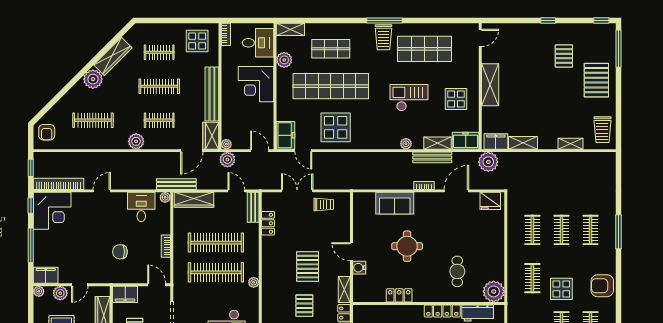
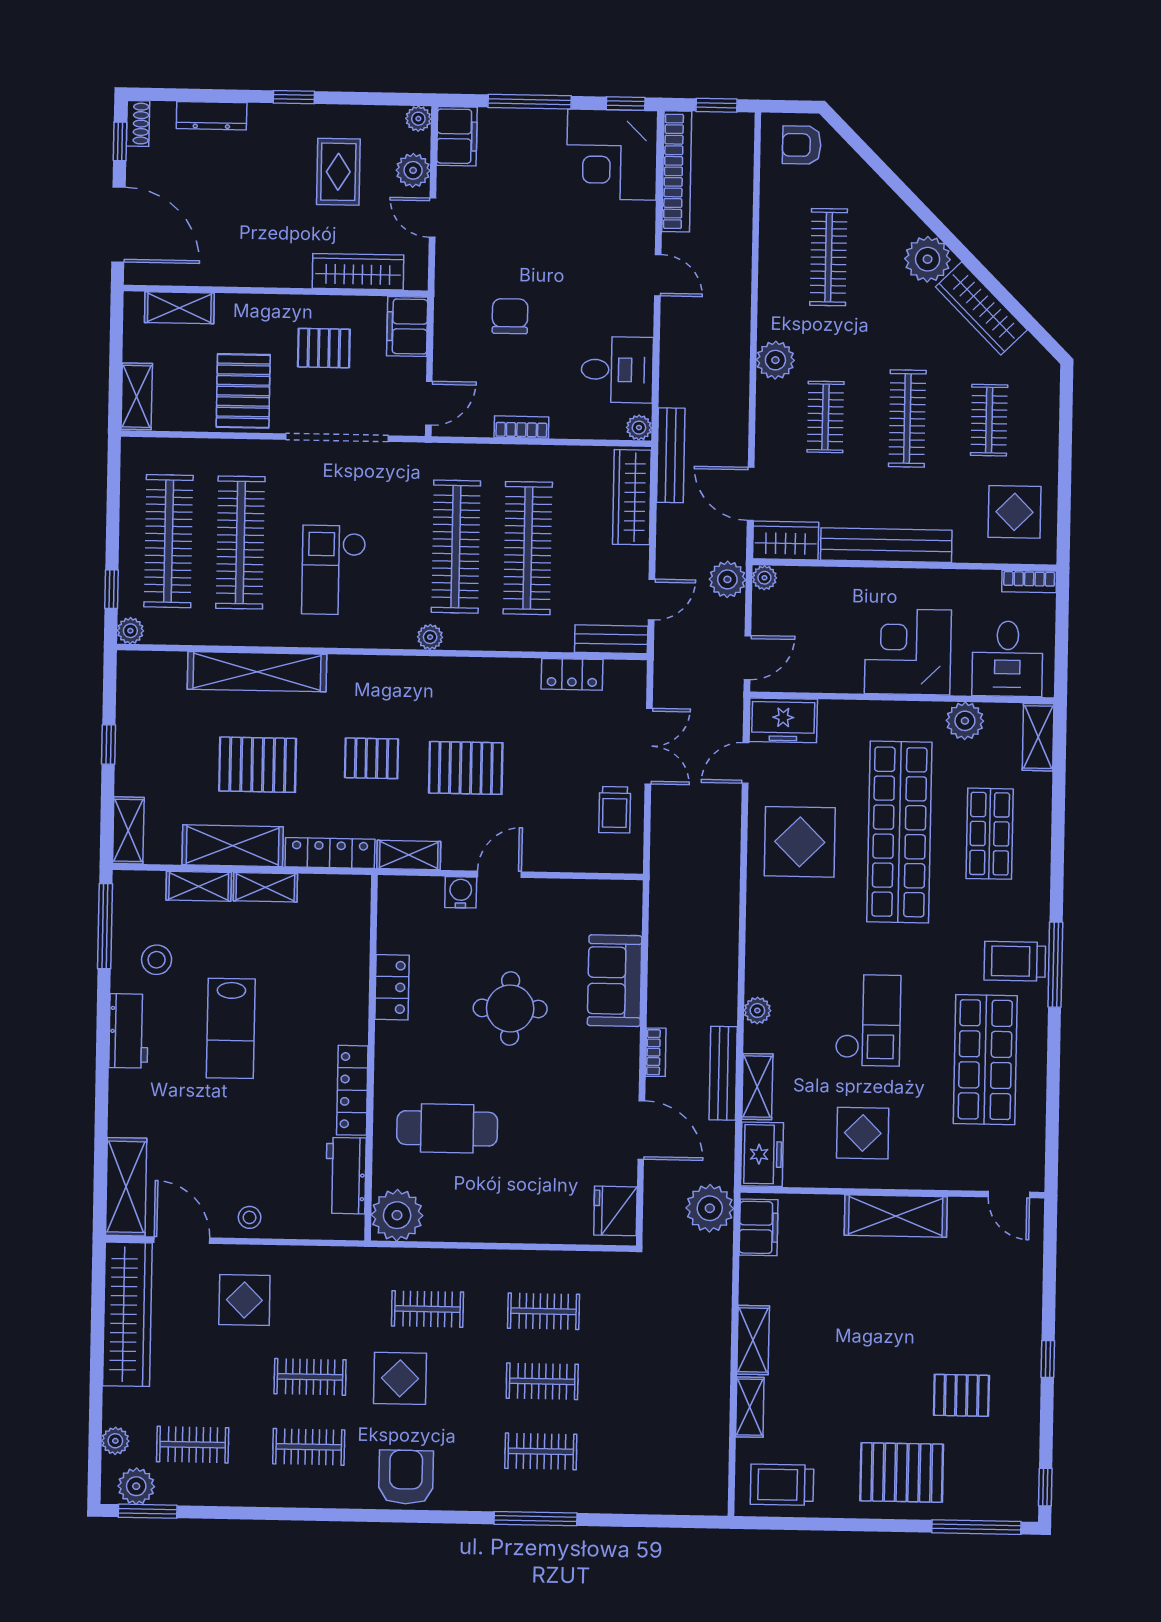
shelving: (523, 143) -> (753, 1340), moved
cafe table: (457, 271) -> (447, 1128), width x1.37, depth x1.35

